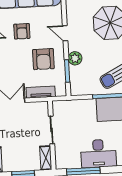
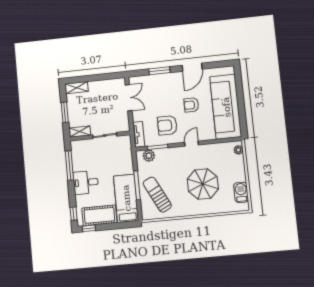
plant: (75, 58) -> (149, 156), moved
tv unit: (41, 92) -> (139, 134), moved
desk: (98, 153) -> (86, 182), width x0.73

